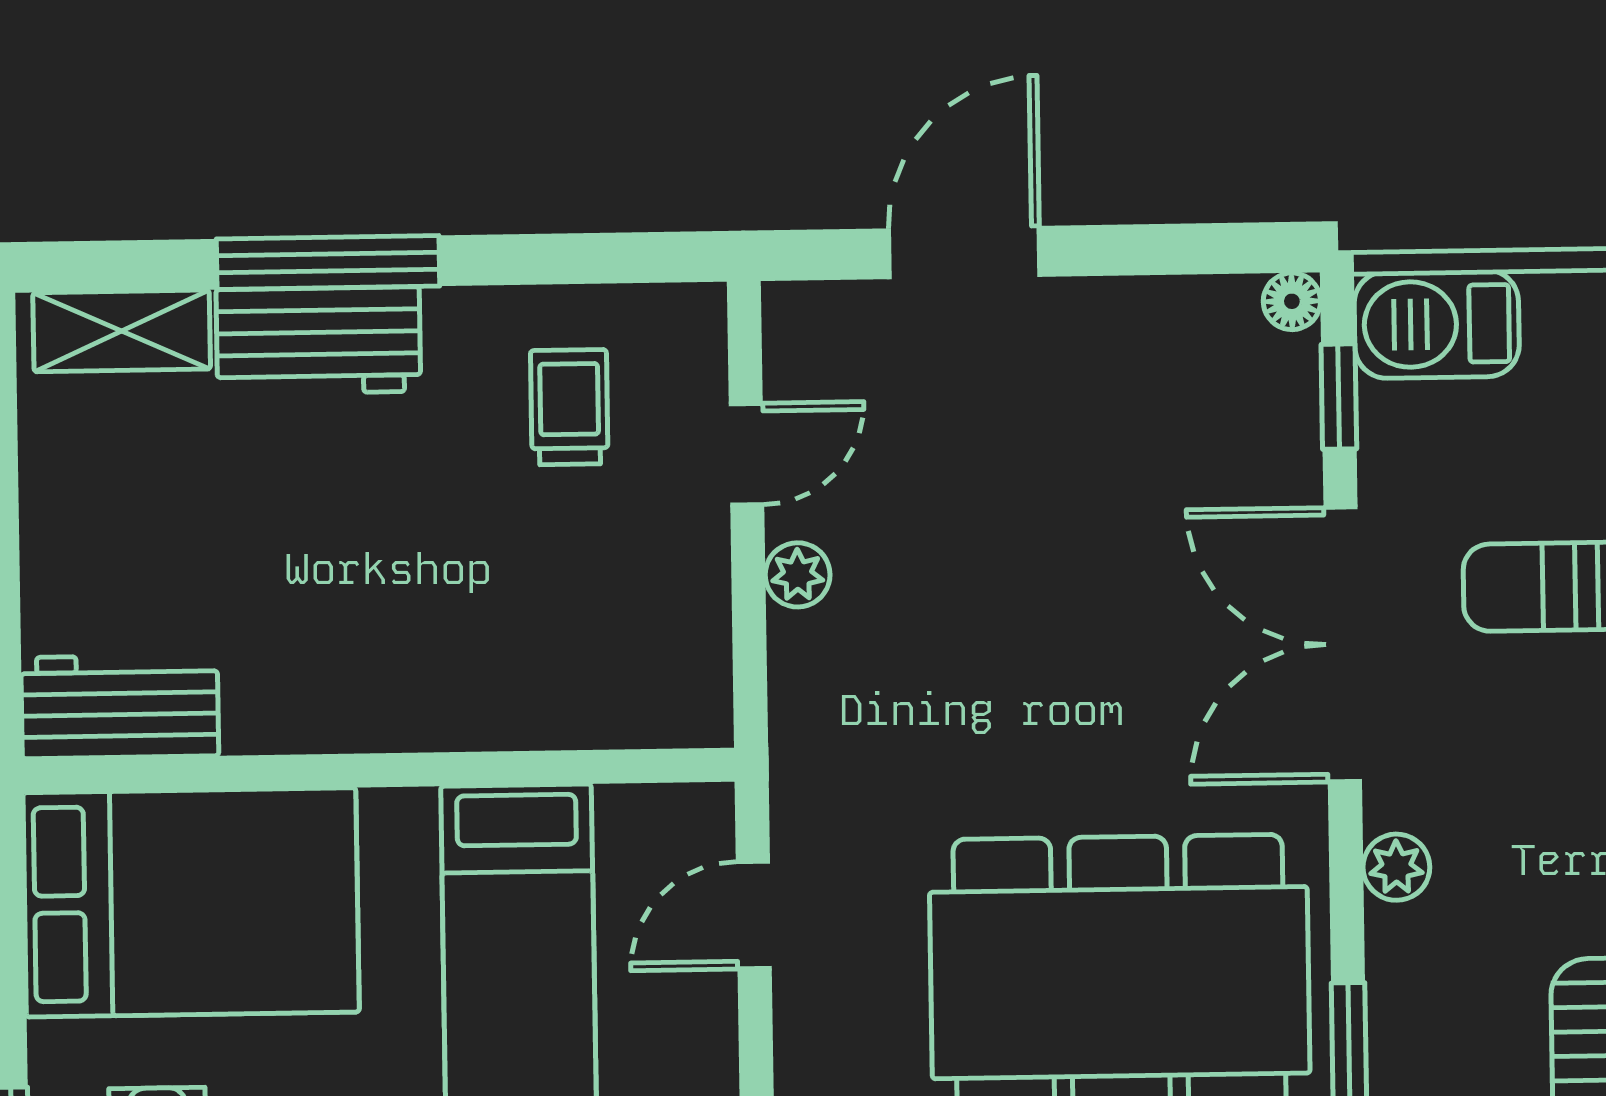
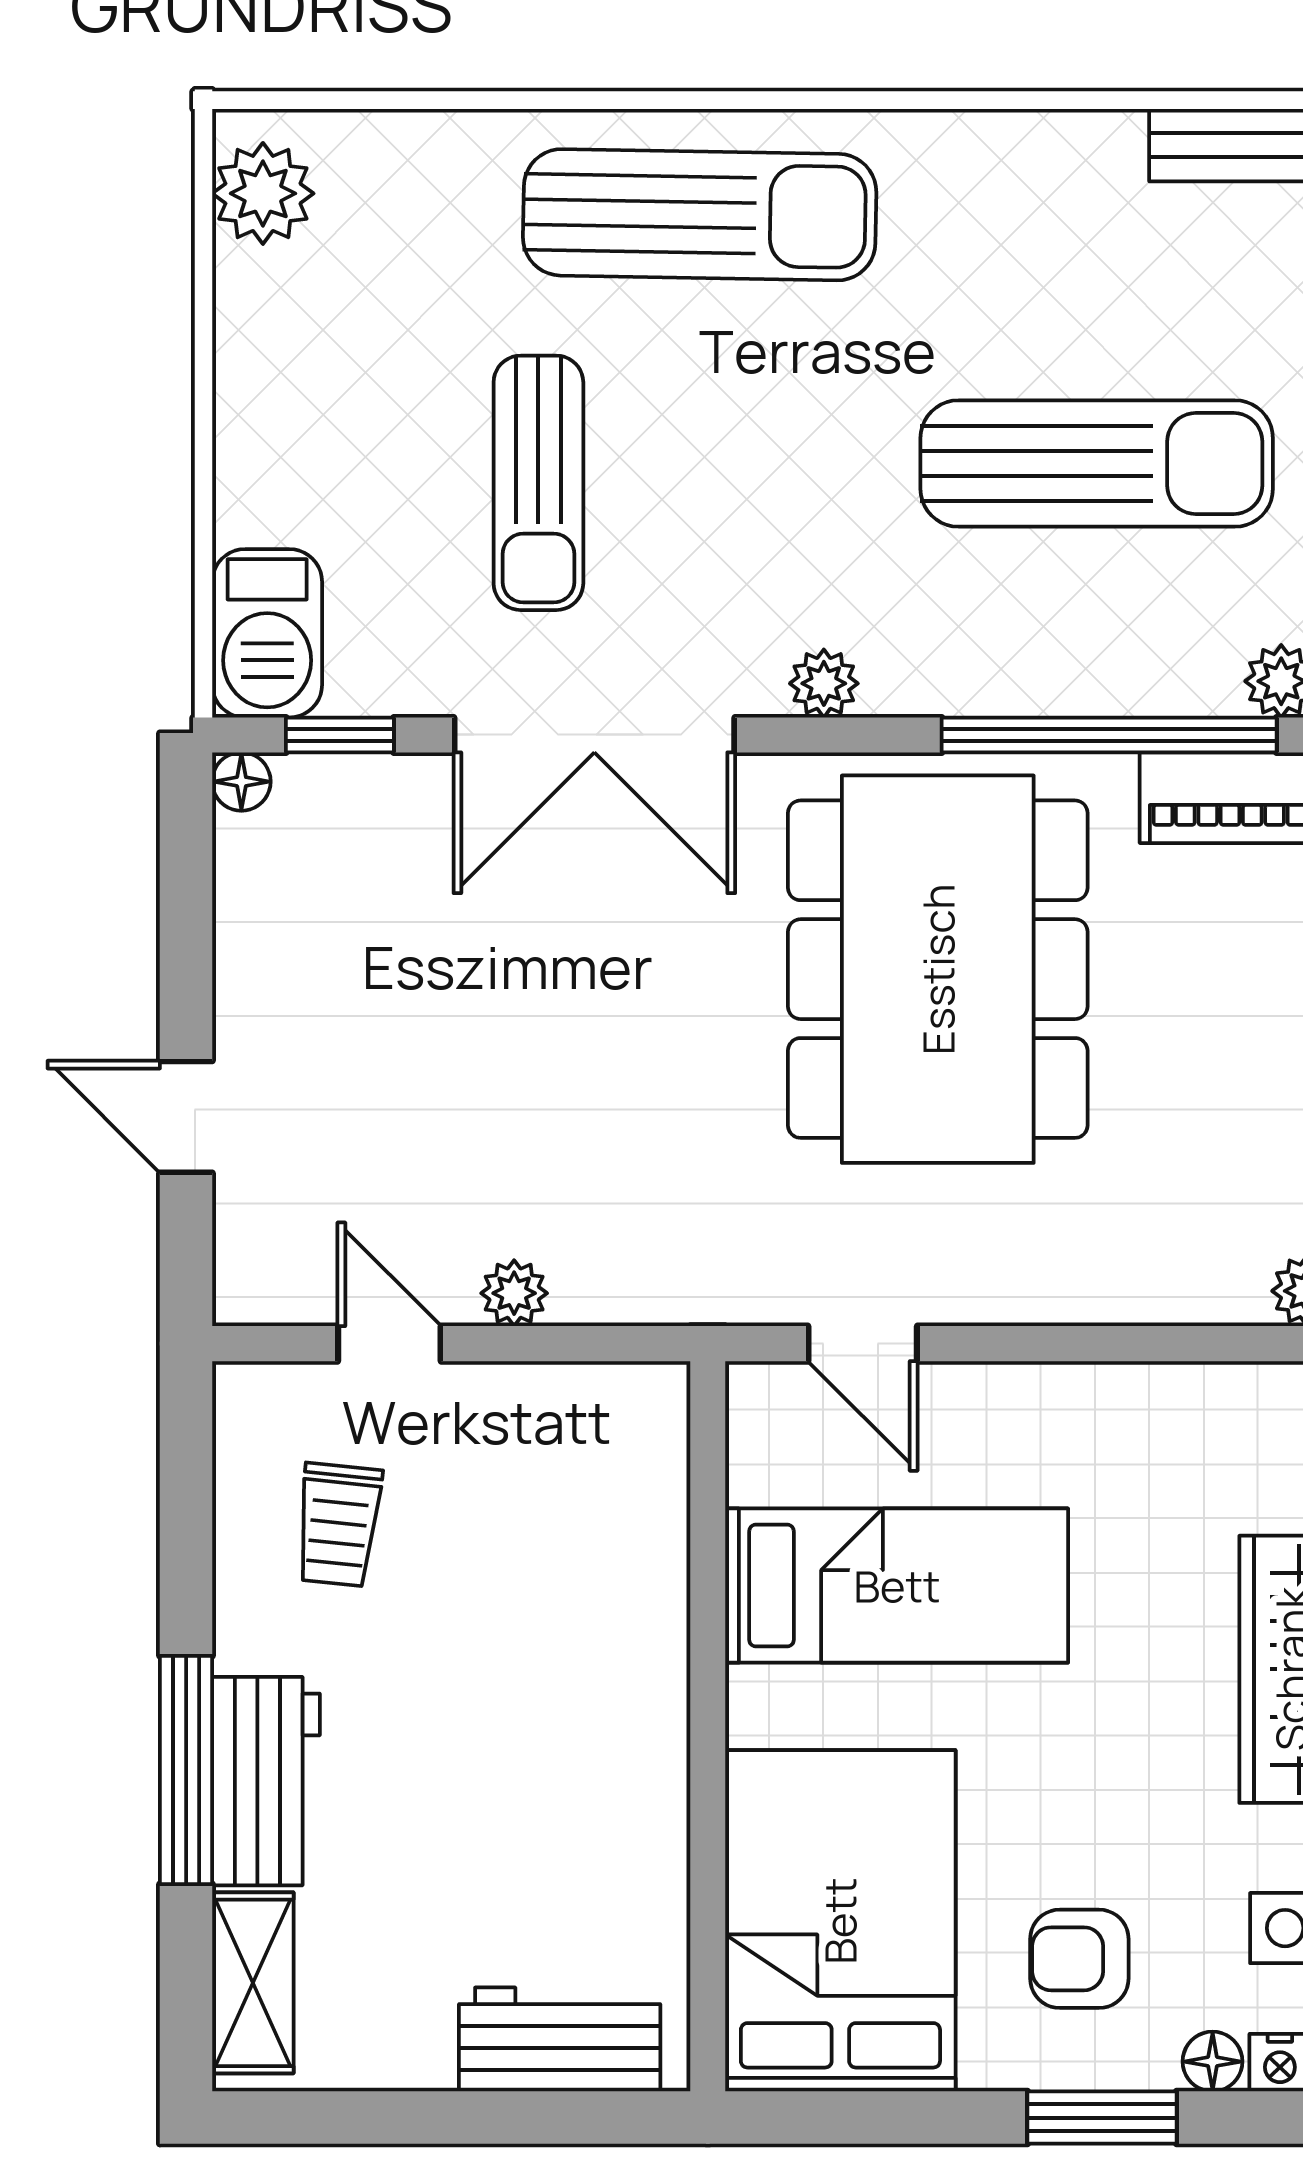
door: (964, 253) -> (186, 1117), width x0.73
trolley: (569, 407) -> (338, 1525), turned -84
workbench: (120, 707) -> (560, 2039), moved, turned 90

